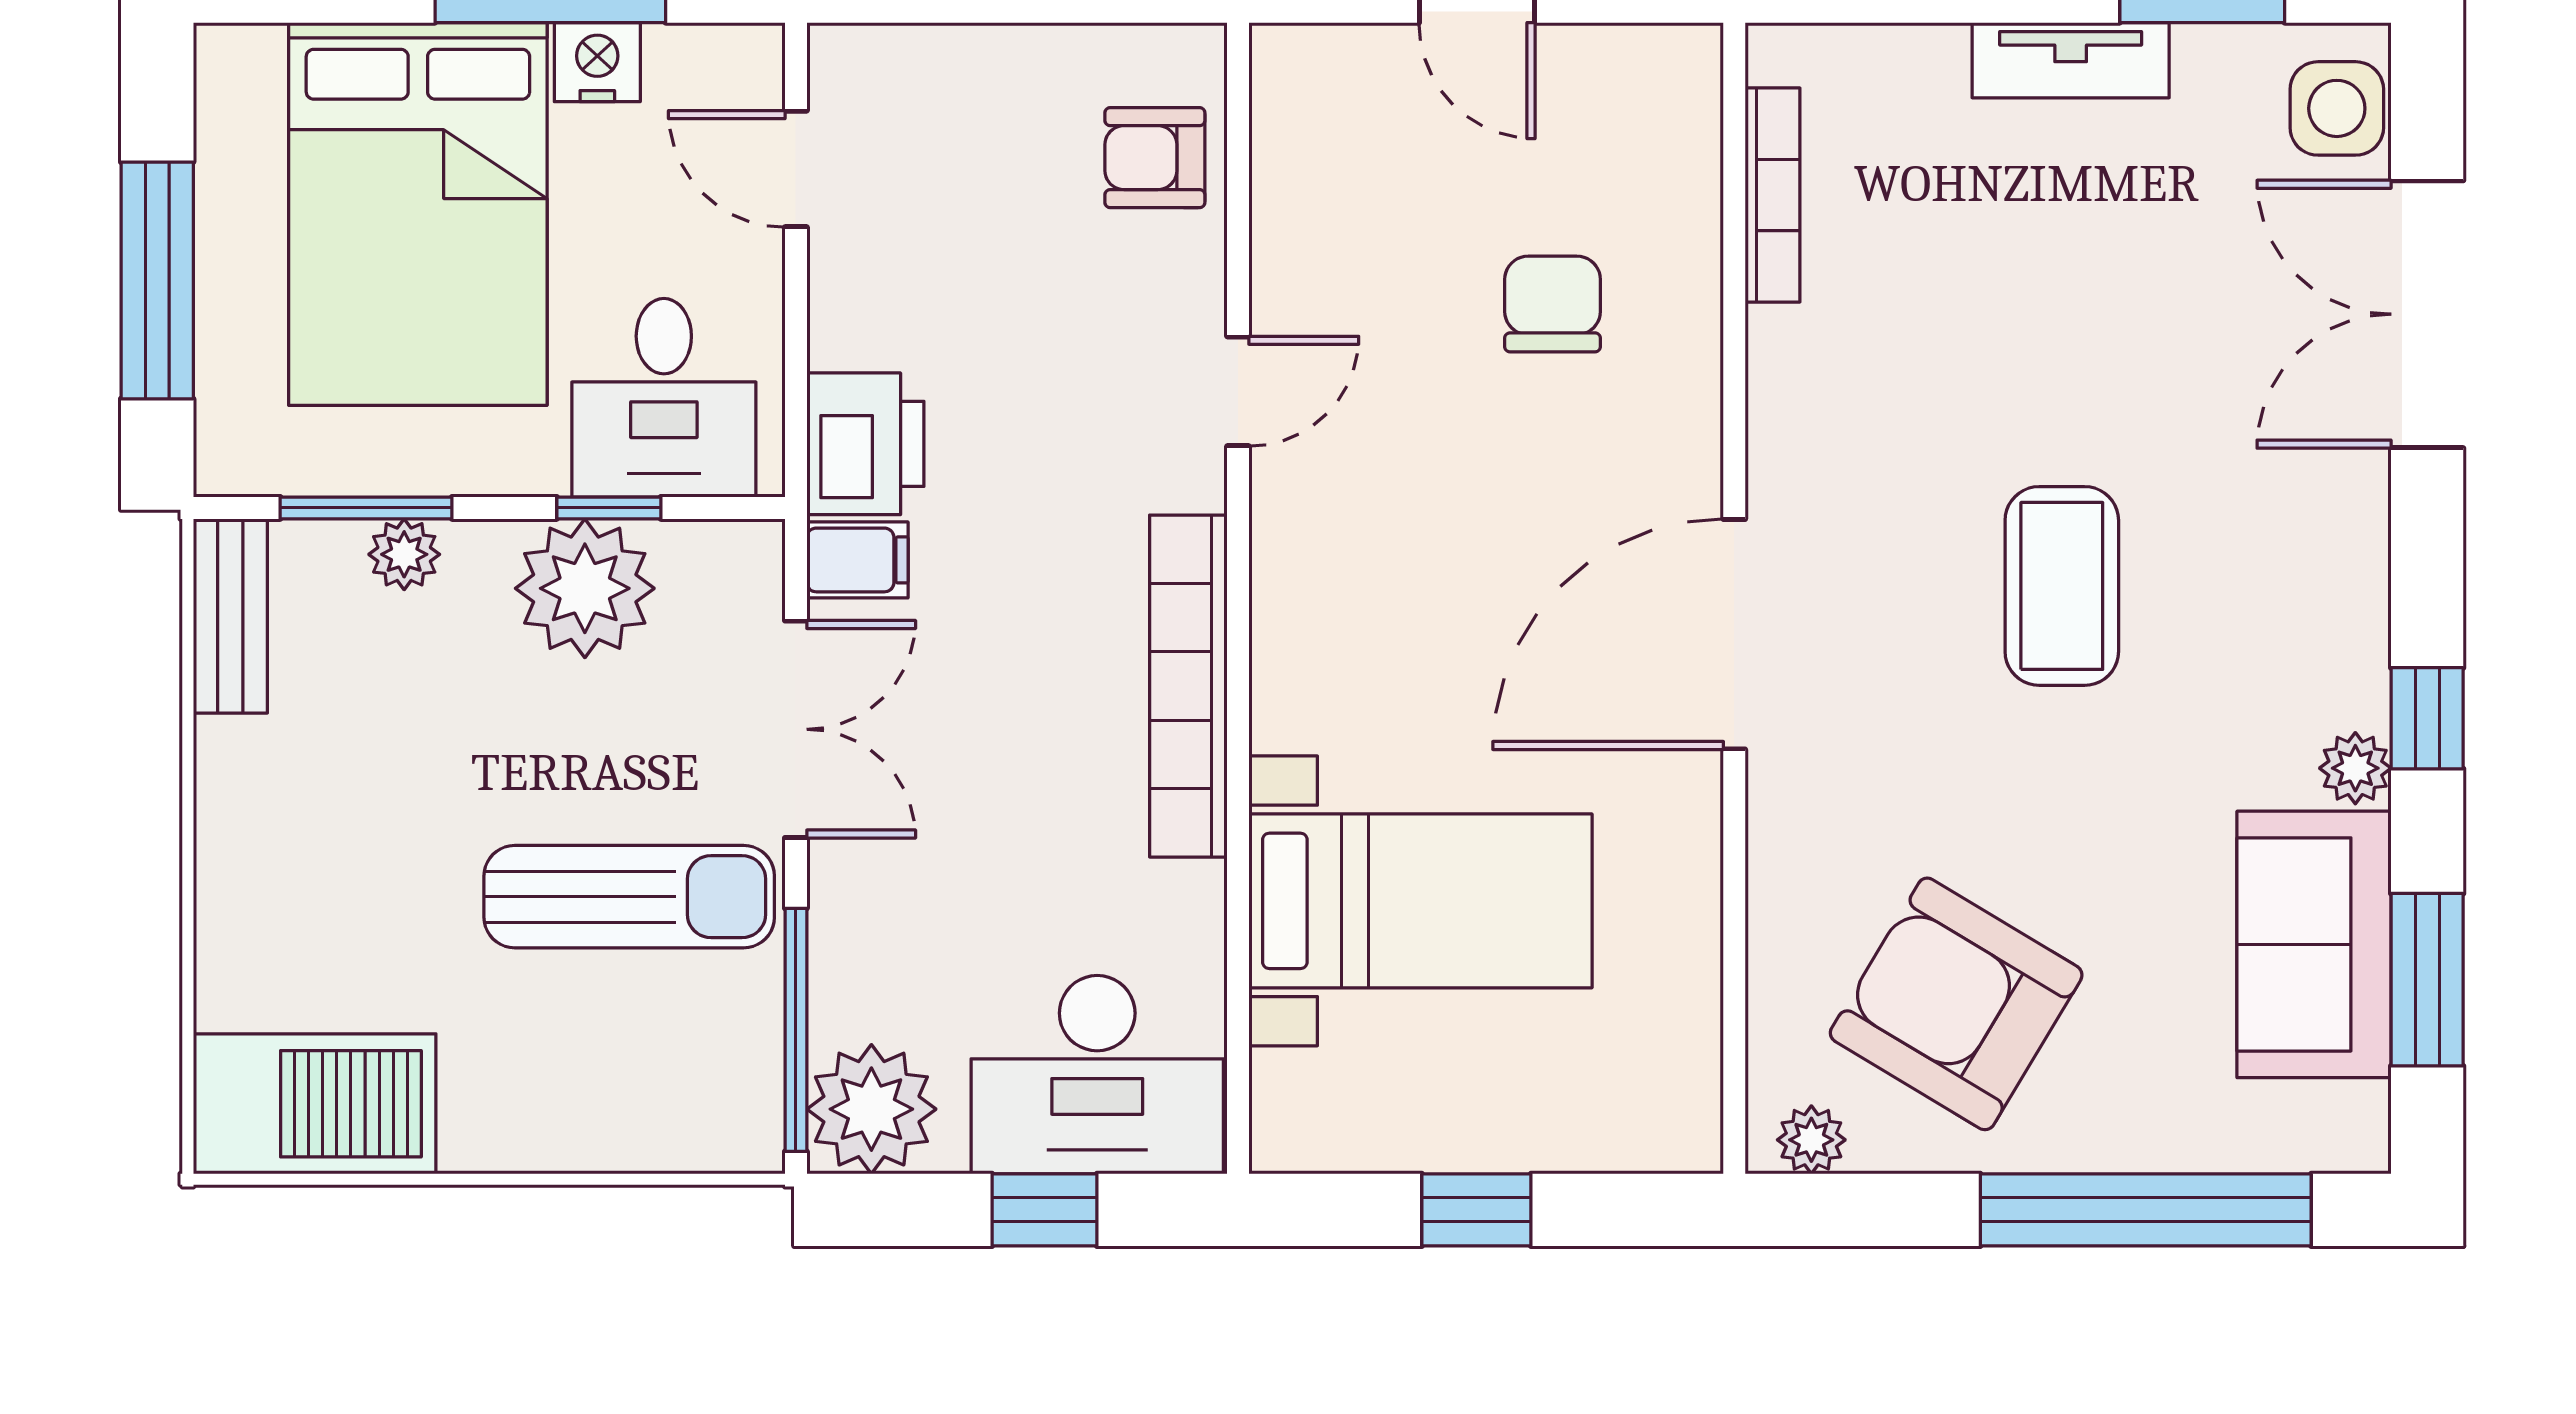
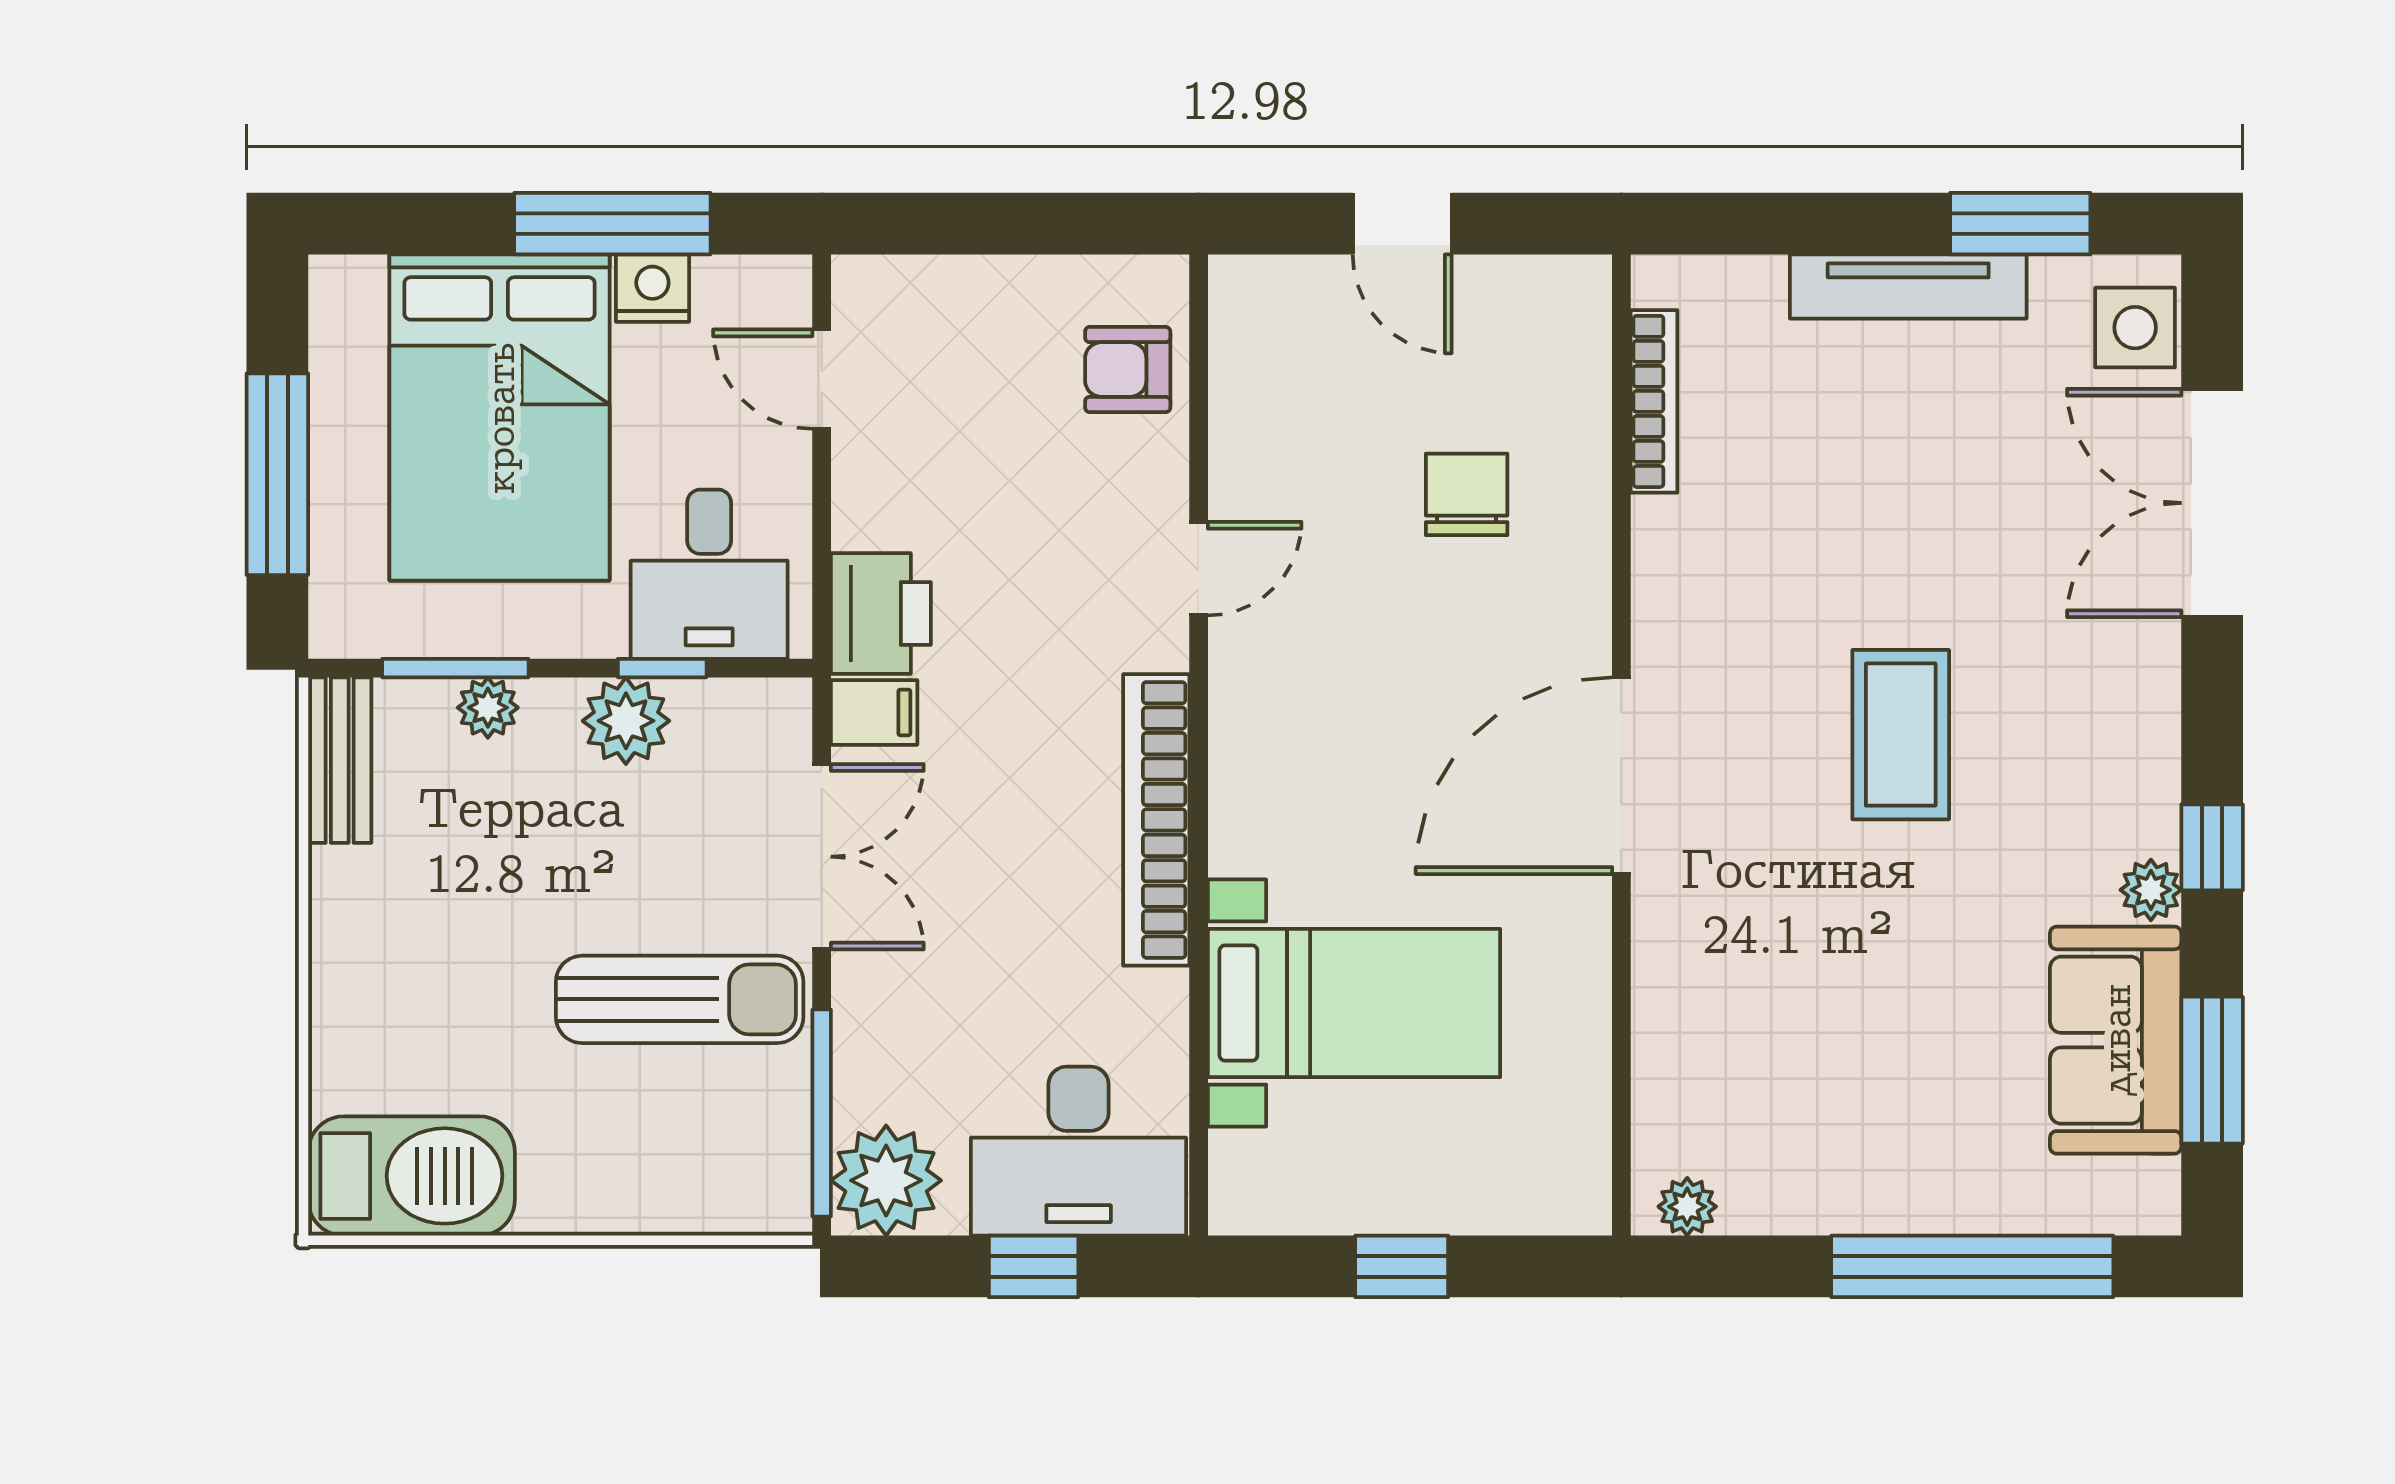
tv unit: (2071, 60) -> (1908, 286), width x1.41
plant: (585, 588) -> (626, 721), width x0.73, depth x0.73
armchair: (1956, 1004) -> (1811, 1091), removed

